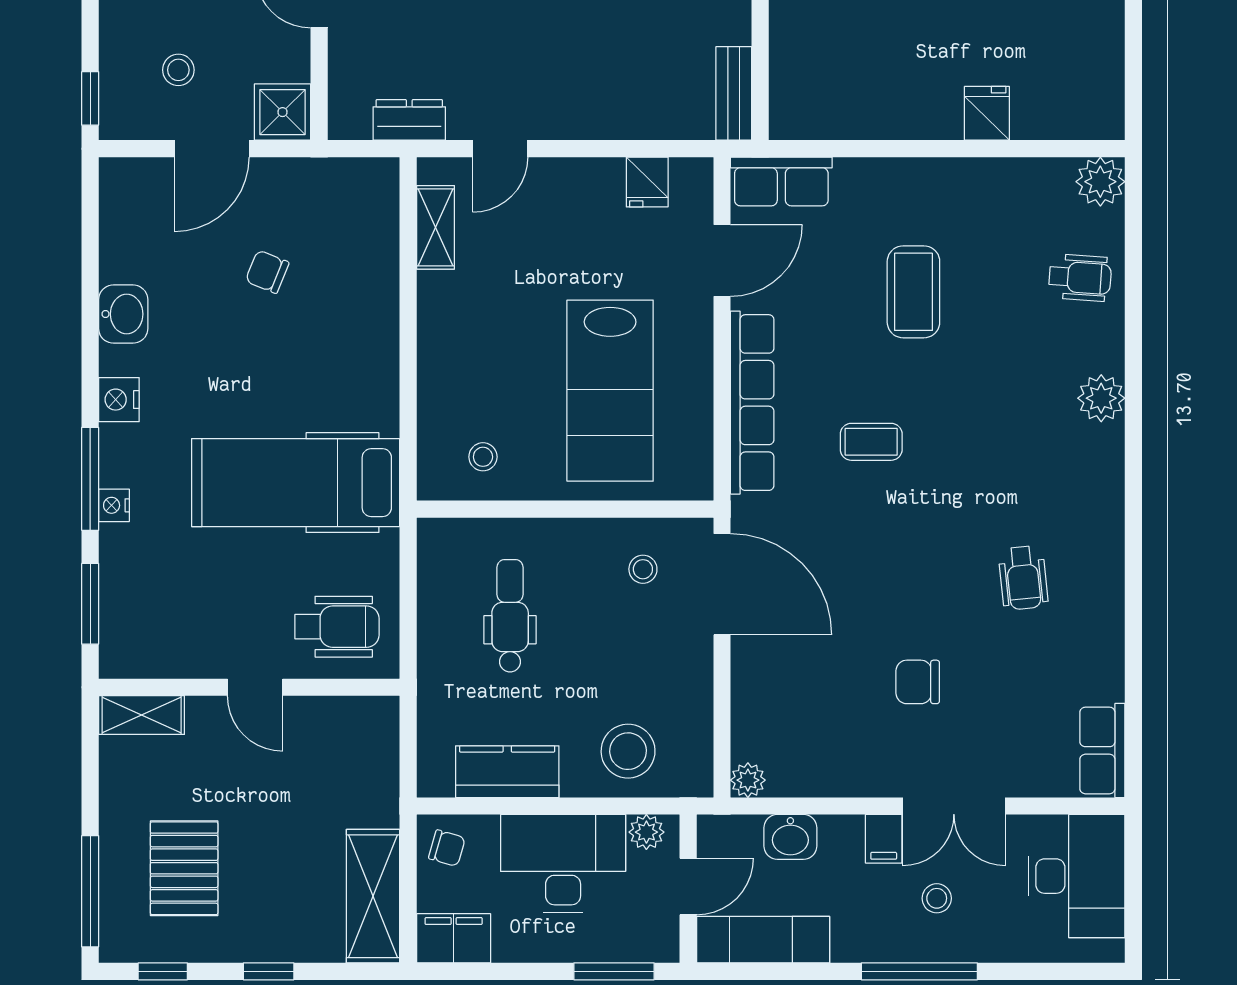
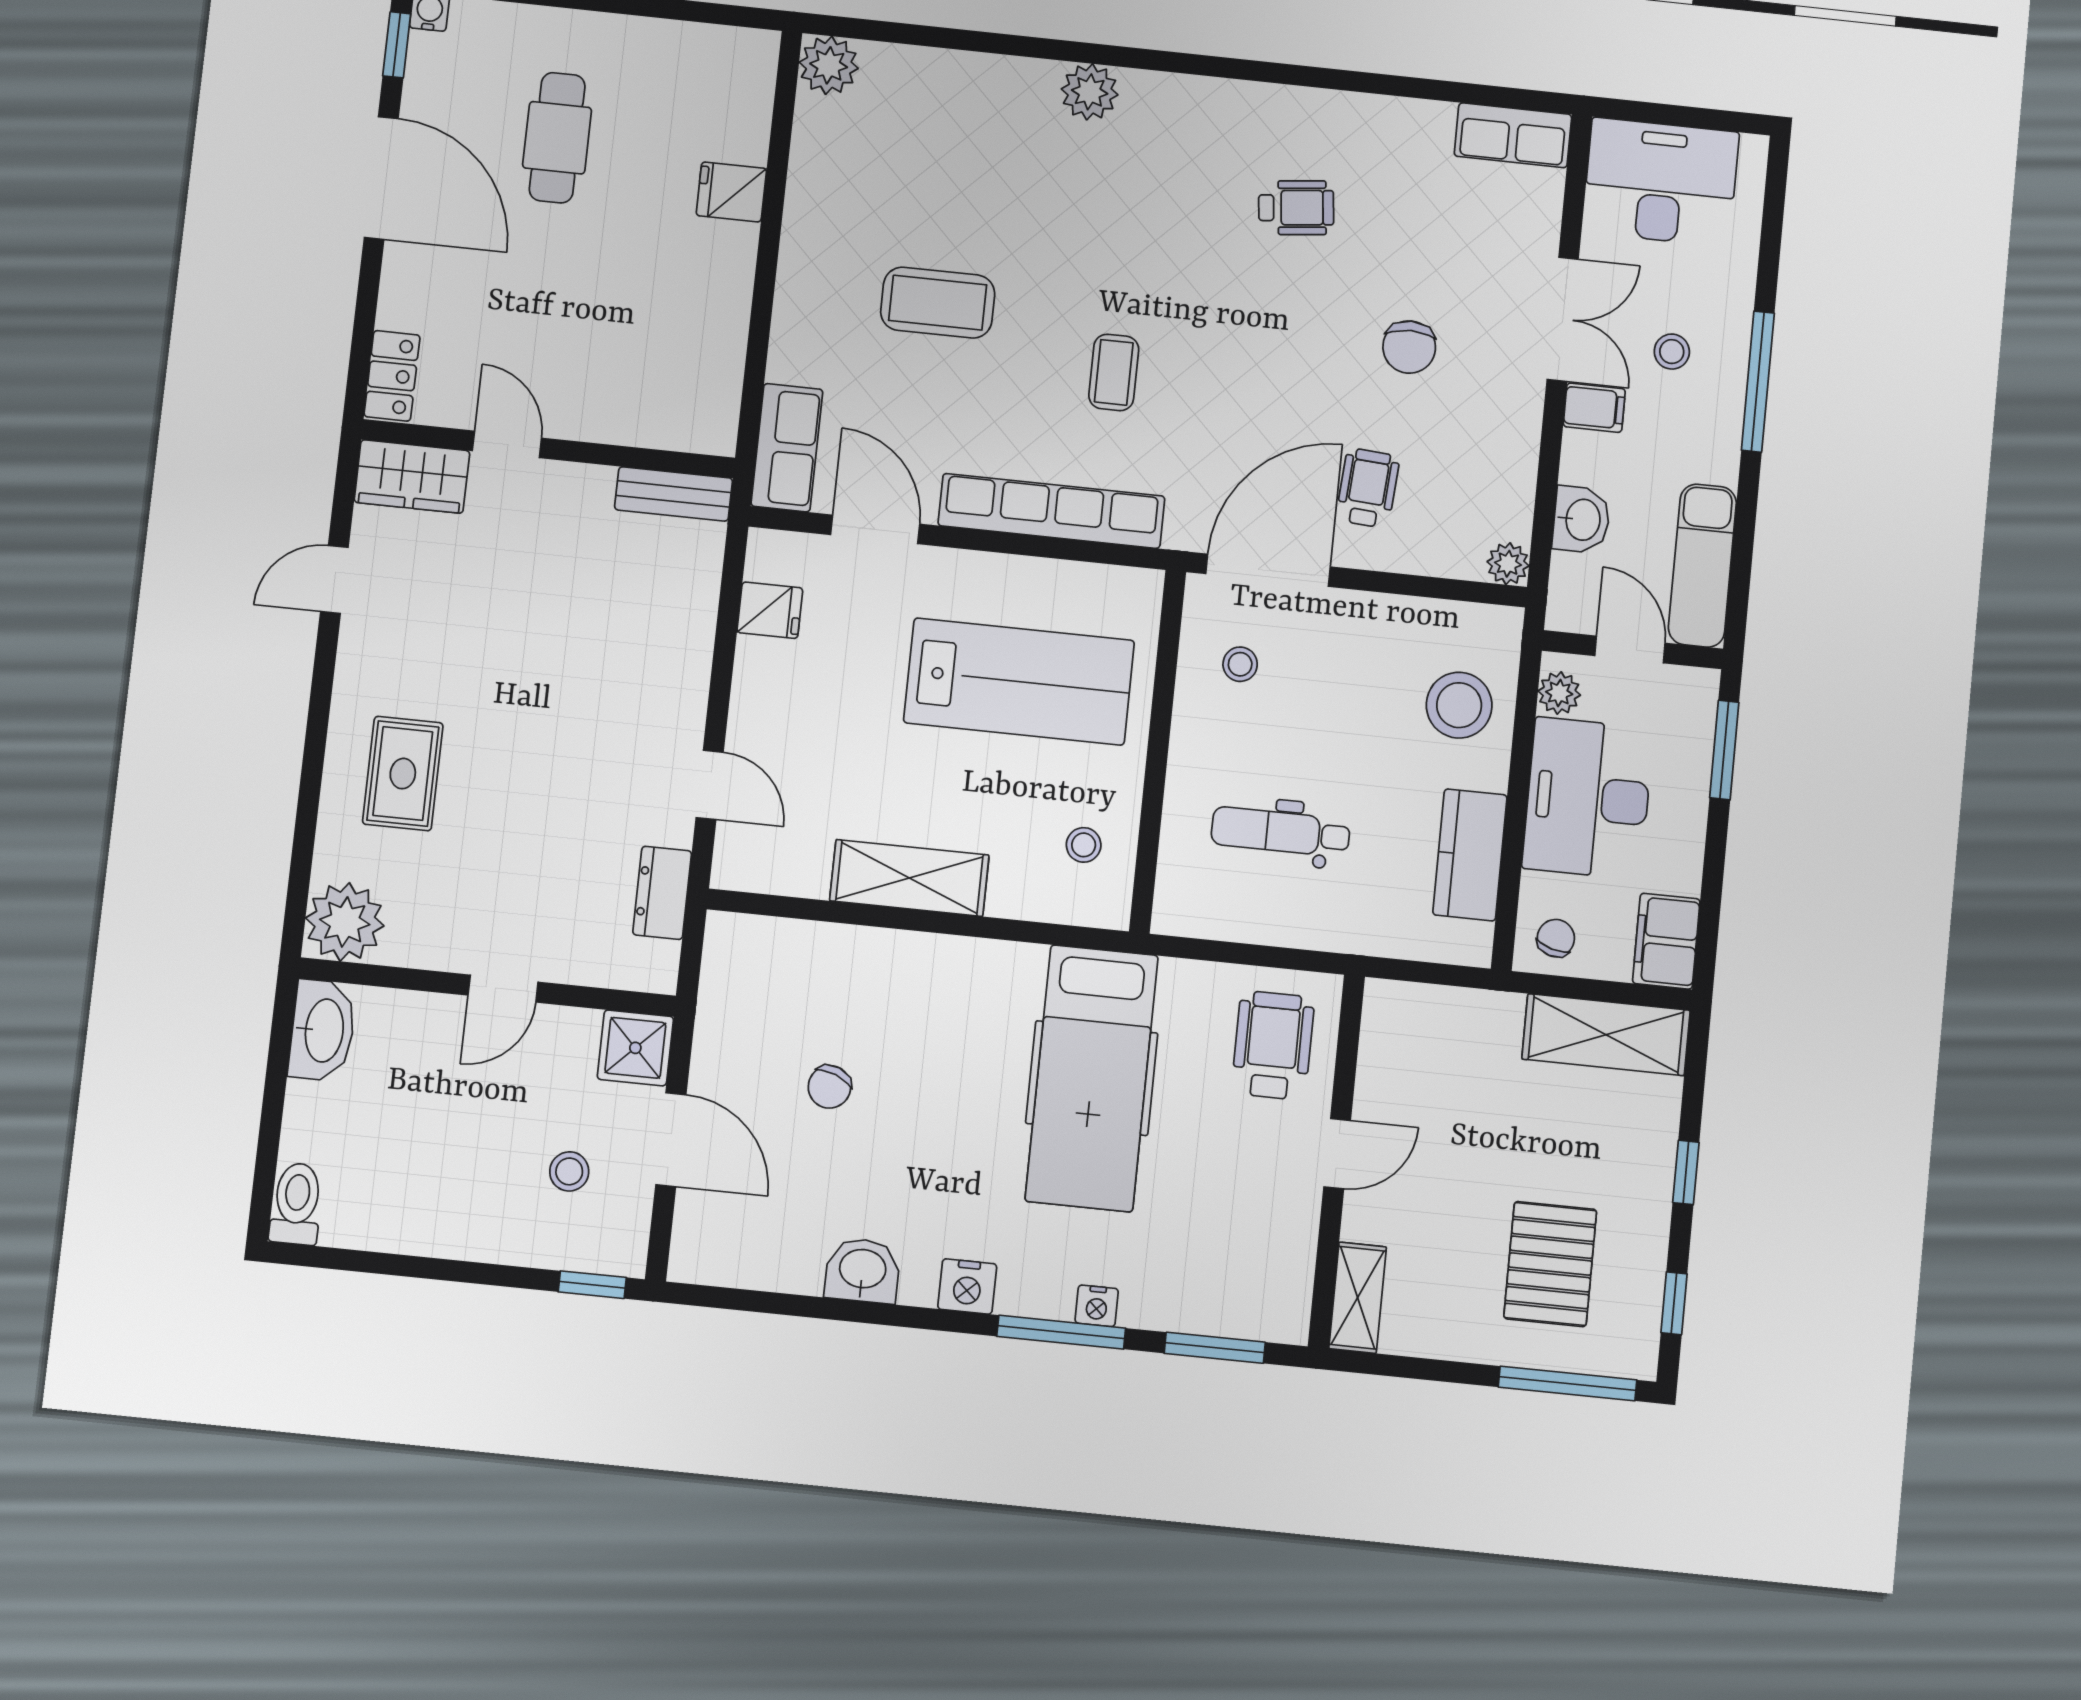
shelving: (435, 227) -> (909, 878), moved, width x1.50, depth x1.33
wheelchair: (1080, 278) -> (1368, 488), moved
pallet: (184, 868) -> (1550, 1264), turned 90

